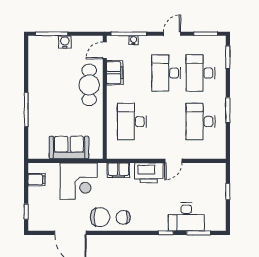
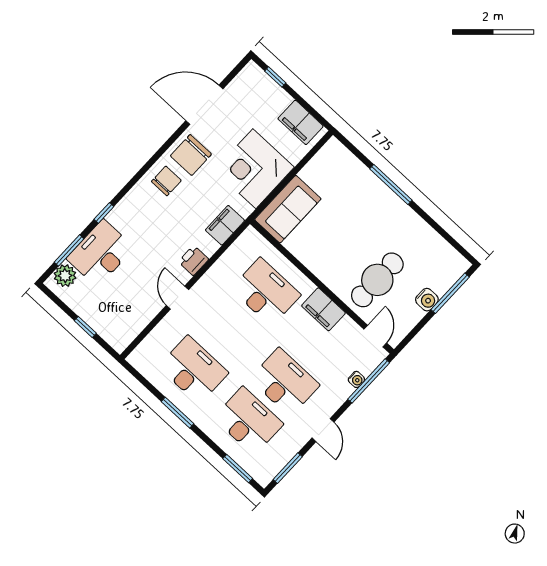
filing cabinet: (115, 73) -> (324, 309), moved
cafe table: (89, 85) -> (377, 280), moved, turned 90
sofa: (69, 147) -> (288, 209), moved
printer: (149, 173) -> (193, 260), width x0.53, depth x0.68
filing cabinet: (36, 180) -> (301, 122), width x2.00
plant: (212, 224) -> (65, 276), added

